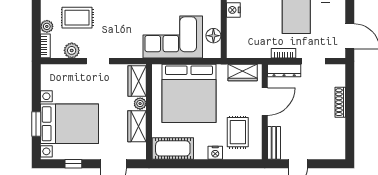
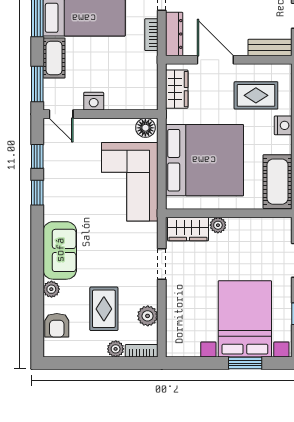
floor lamp: (213, 36) -> (145, 128), moved
doorway: (98, 61) -> (162, 264), moved
wardrobe: (137, 126) -> (248, 229), removed

